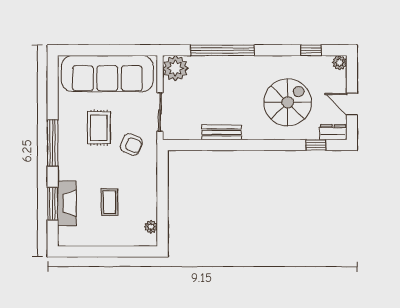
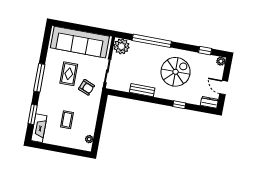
spiral stairs: (288, 102) -> (176, 72), moved
window: (316, 145) -> (179, 105), moved
fireplace: (67, 203) -> (39, 128), moved

